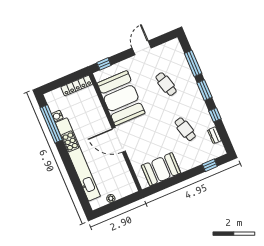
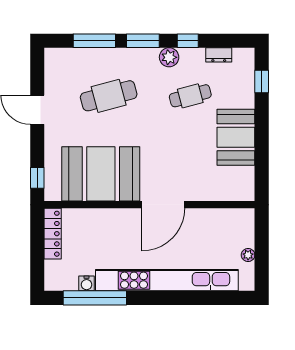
cafe table: (166, 84) -> (109, 96), width x1.37, depth x1.35
plant: (201, 108) -> (169, 57), added
booth: (161, 169) -> (236, 137), moved

